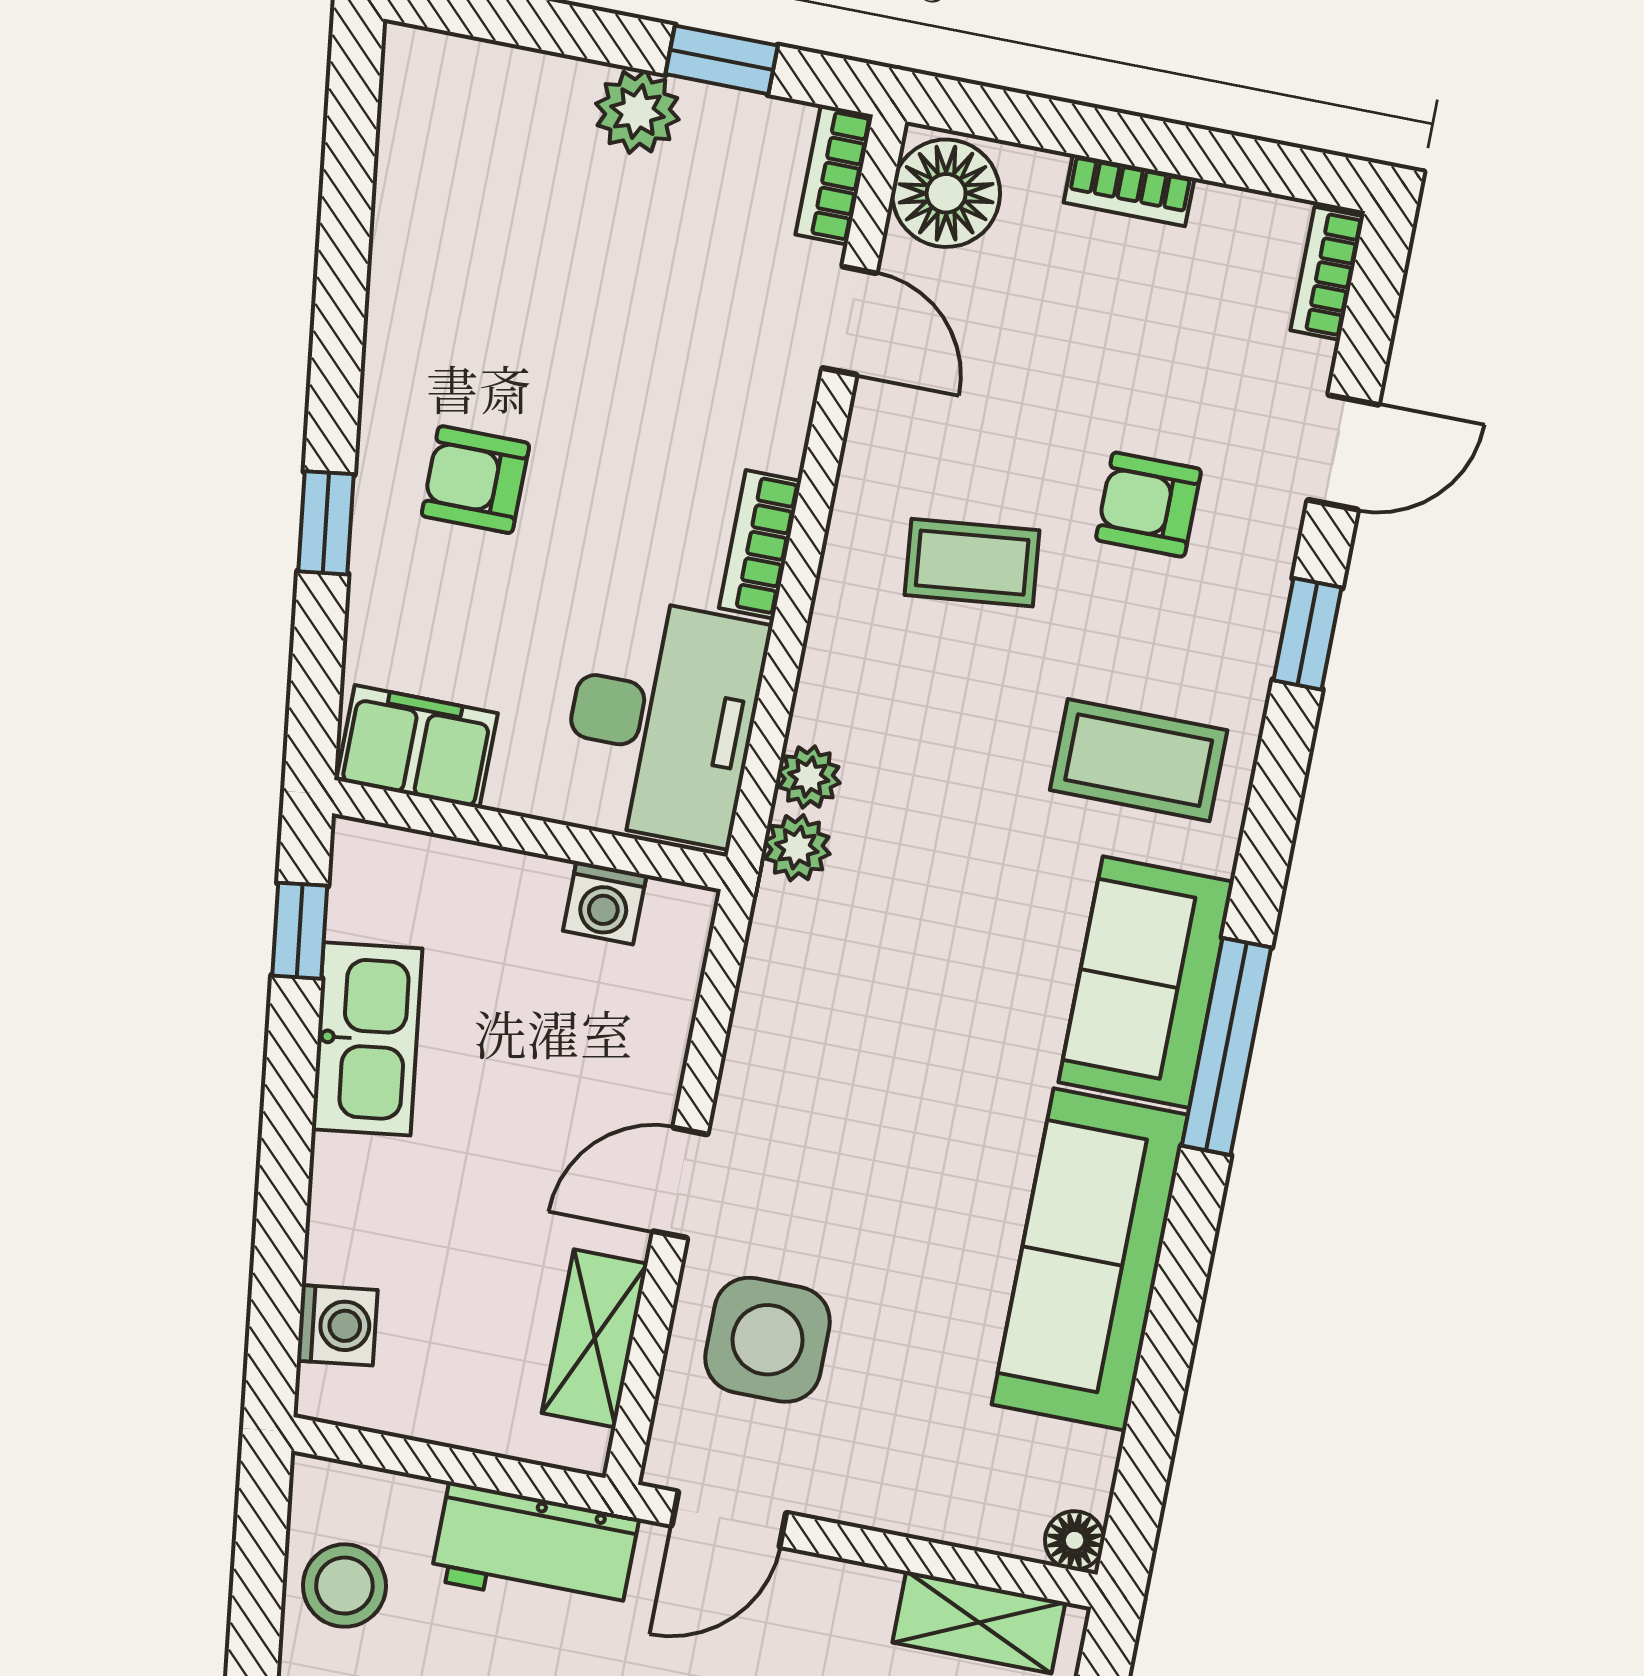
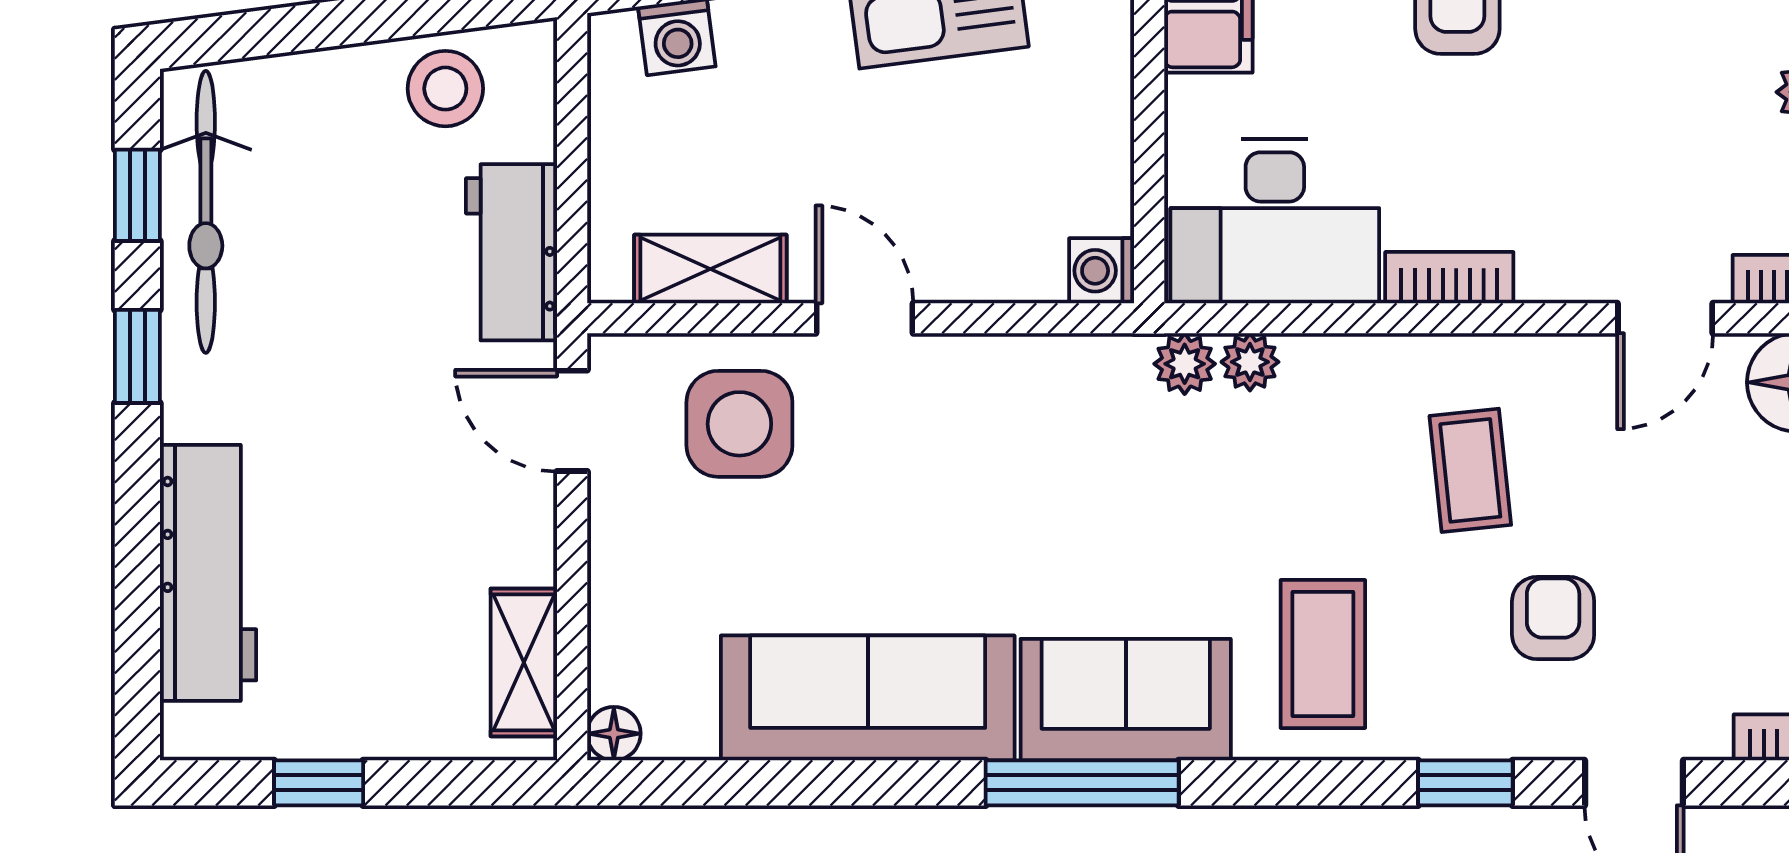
washing machine: (605, 903) -> (1102, 271), moved

